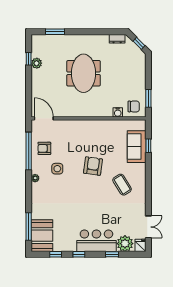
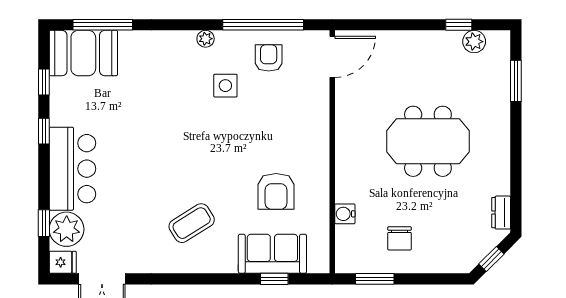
plant: (37, 63) -> (474, 42), moved
chair: (134, 106) -> (399, 238), moved
armchair: (93, 166) -> (276, 191), moved, turned 82
window: (112, 254) -> (44, 223), moved

